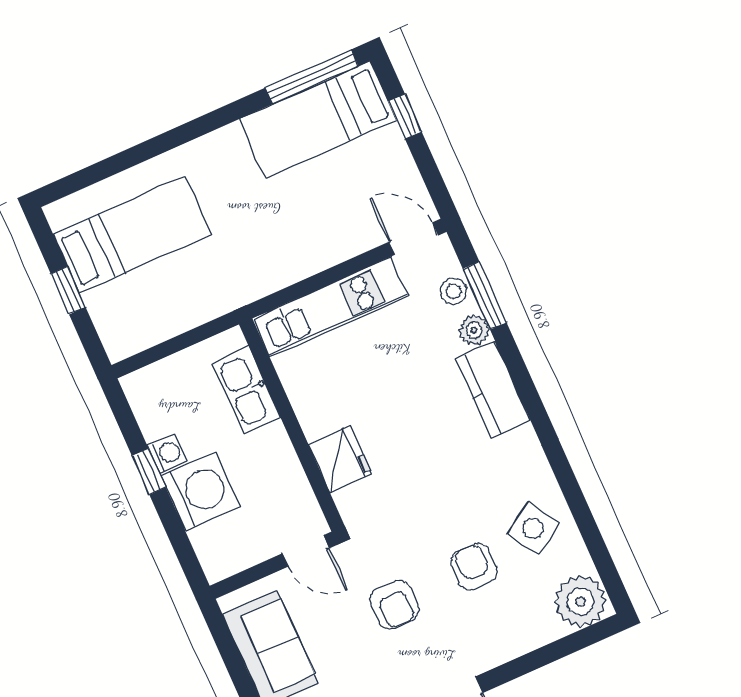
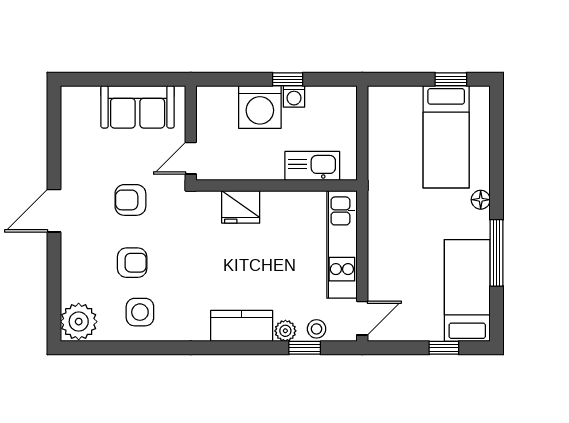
window: (312, 77) -> (497, 253), moved
floor lamp: (193, 154) -> (481, 200), added
window: (68, 290) -> (451, 79), moved
window: (485, 296) -> (305, 348), width x0.67
side table: (533, 528) -> (140, 312), turned 32

